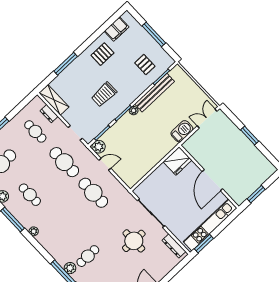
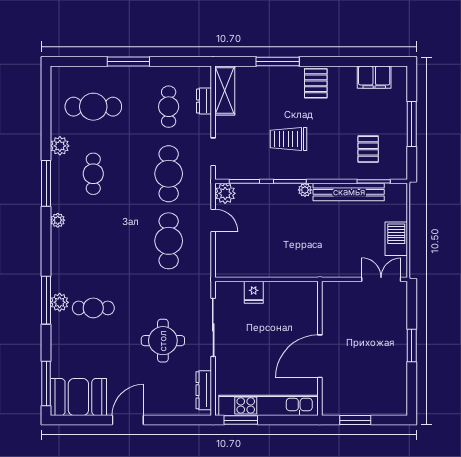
pallet: (102, 54) -> (316, 83), moved, turned 90
barbecue: (182, 131) -> (396, 239), moved, turned -90
fridge: (177, 161) -> (254, 292), moved, width x0.53, depth x0.75

